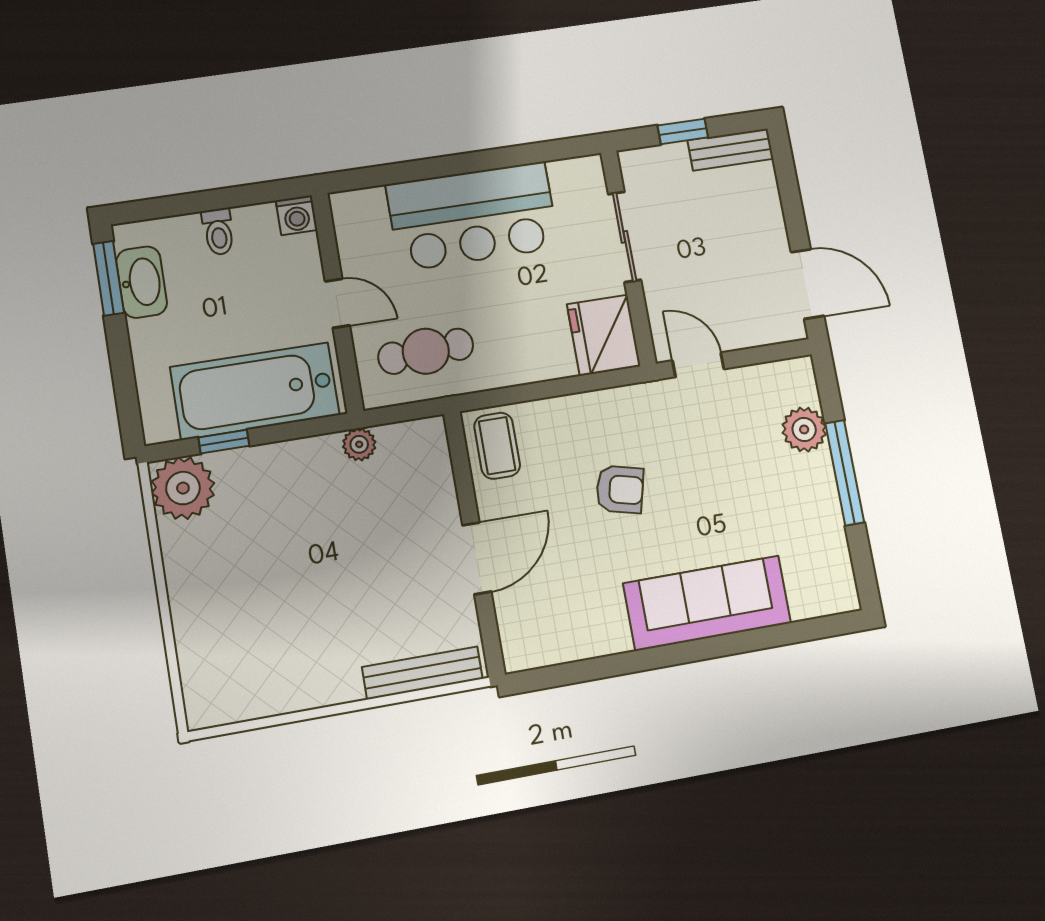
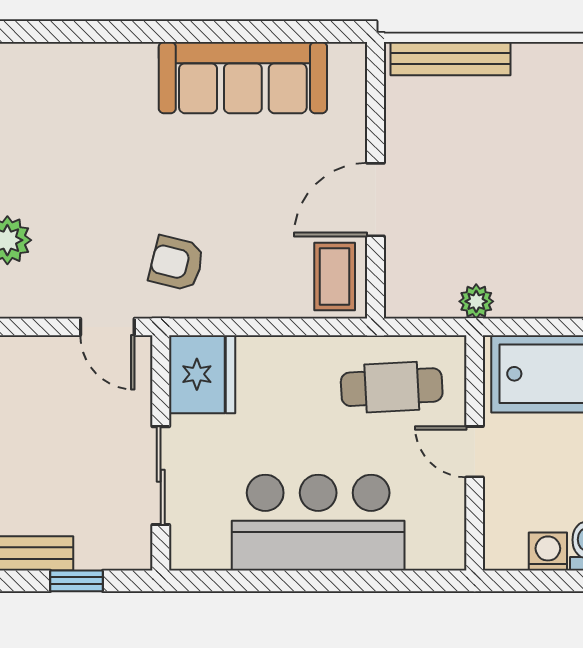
washing machine: (297, 215) -> (548, 551), moved
armchair: (620, 489) -> (177, 263), moved
door: (477, 558) -> (376, 200), moved
sofa: (707, 603) -> (243, 78), moved

